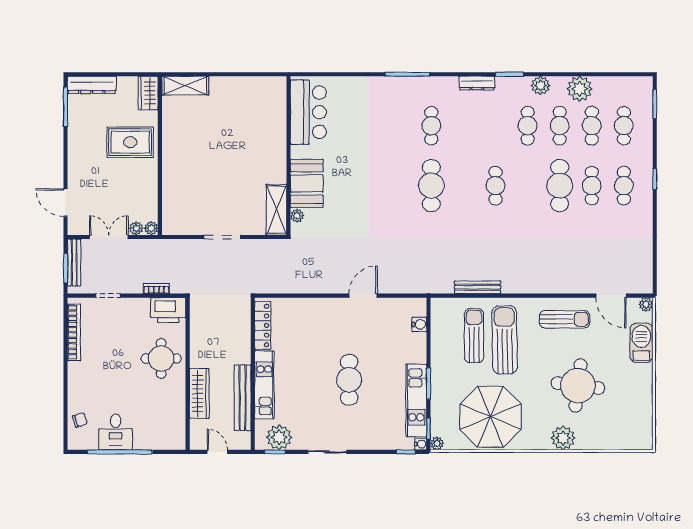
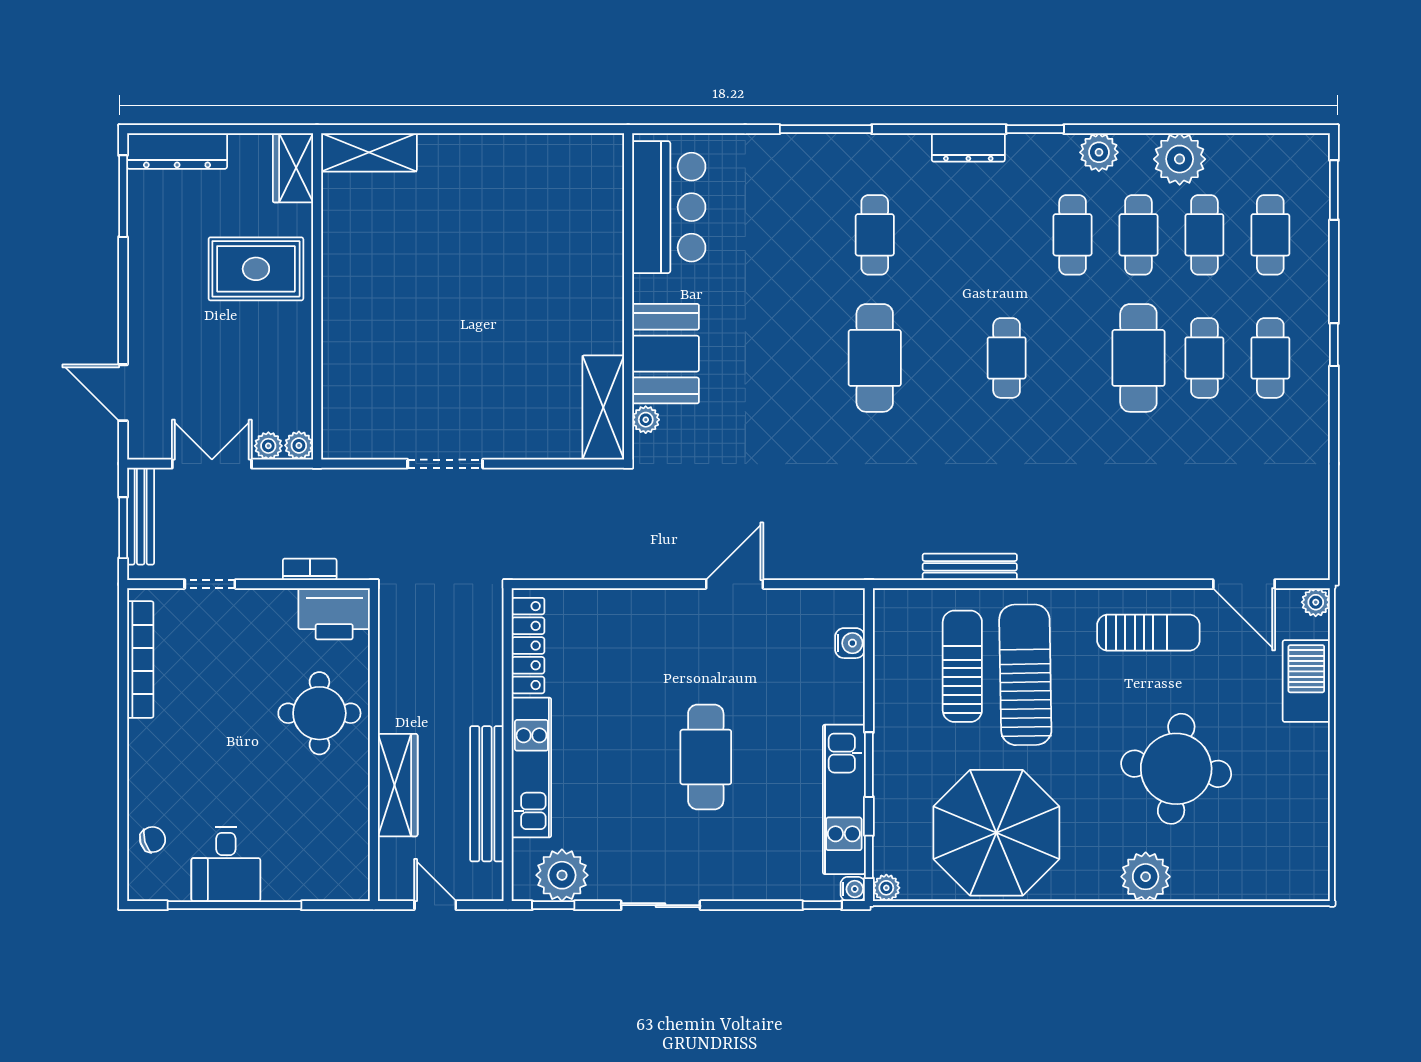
bar counter: (308, 112) -> (669, 207), moved
wall: (289, 156) -> (628, 296), moved
booth: (307, 183) -> (666, 354), moved
shelving: (276, 210) -> (603, 407), moved
plant: (297, 216) -> (646, 420), moved

